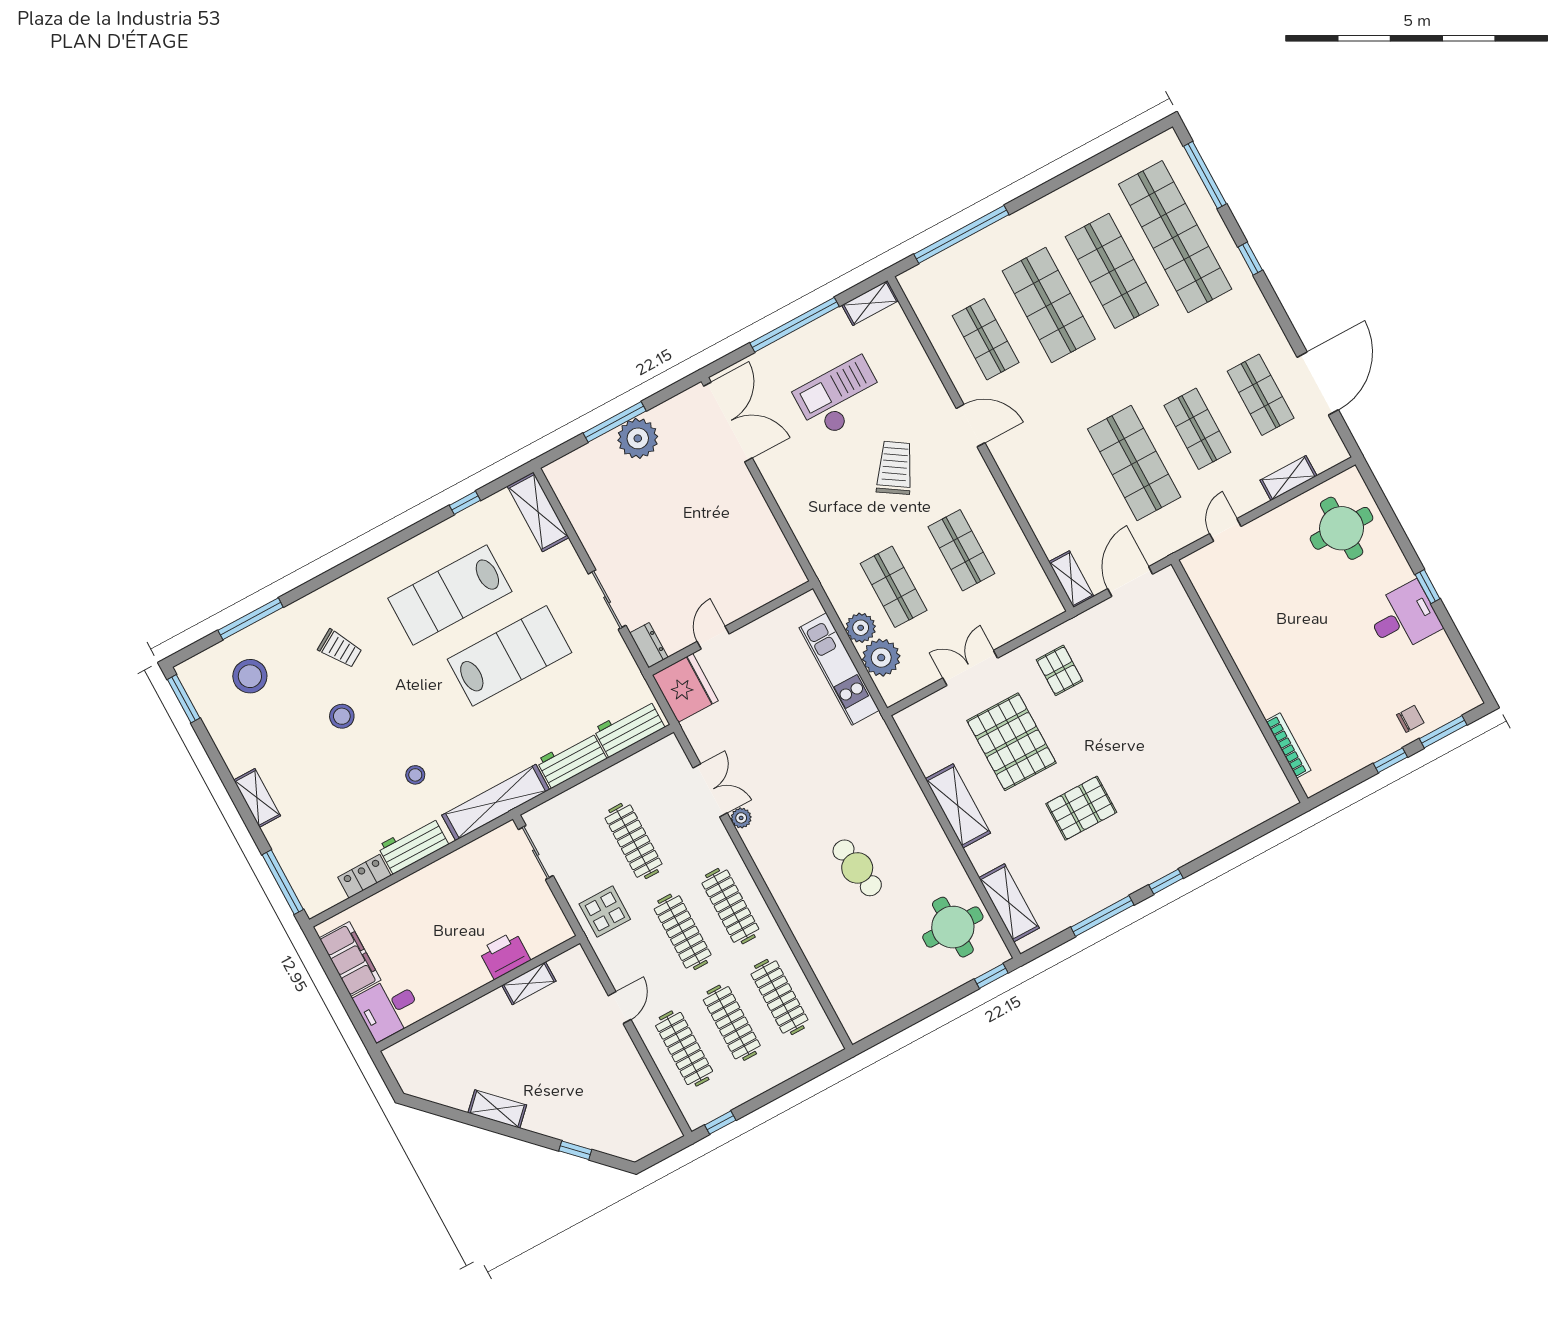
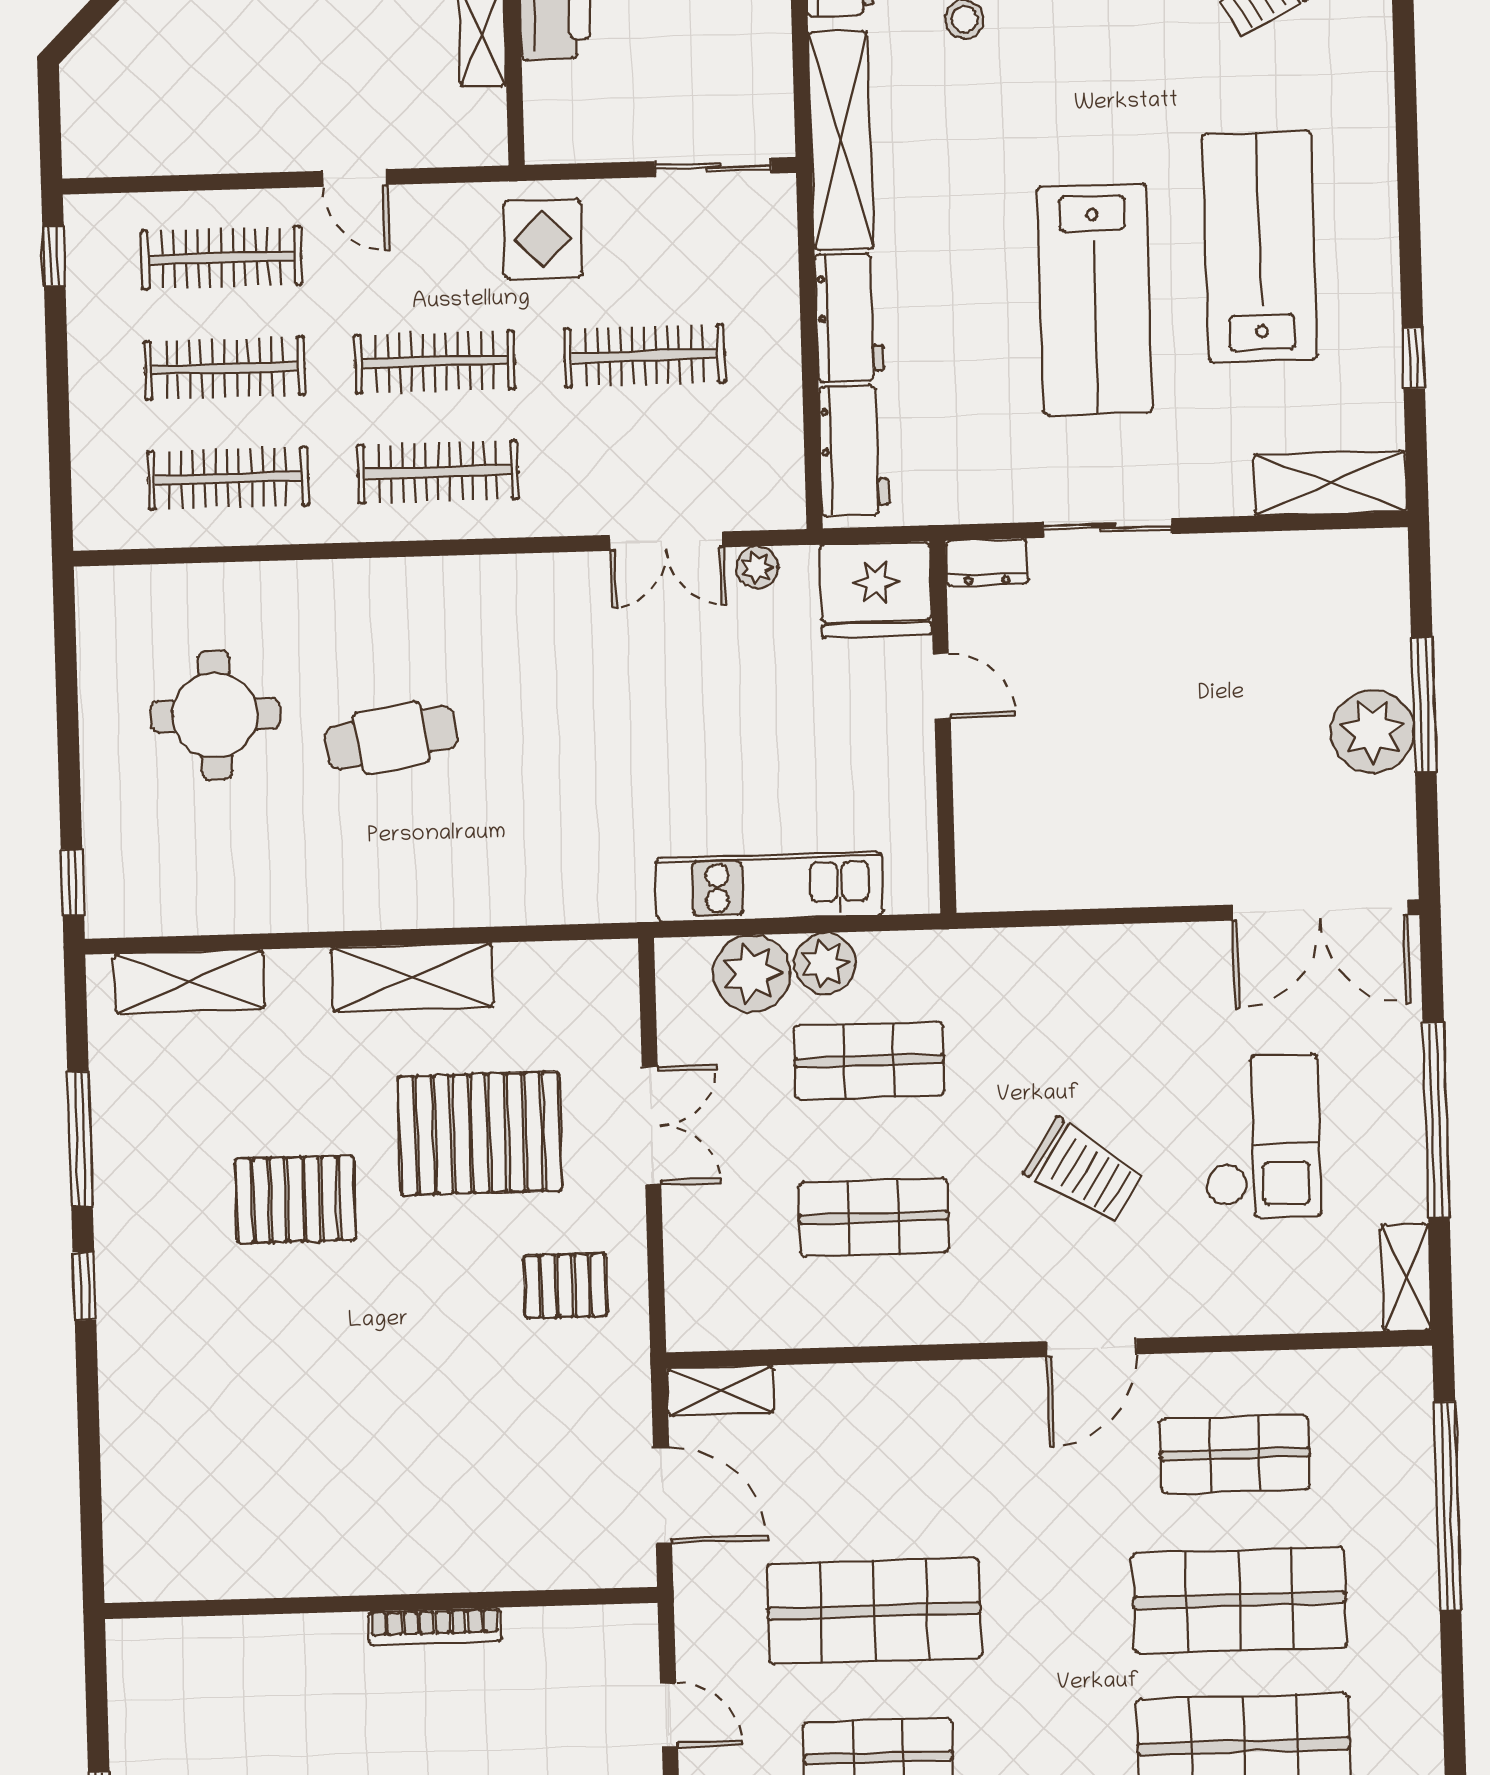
bookcase: (1288, 745) -> (435, 1626), moved
pallet: (1081, 808) -> (295, 1199), turned 90
plant: (741, 818) -> (757, 567), moved
round table: (953, 927) -> (215, 715), moved

